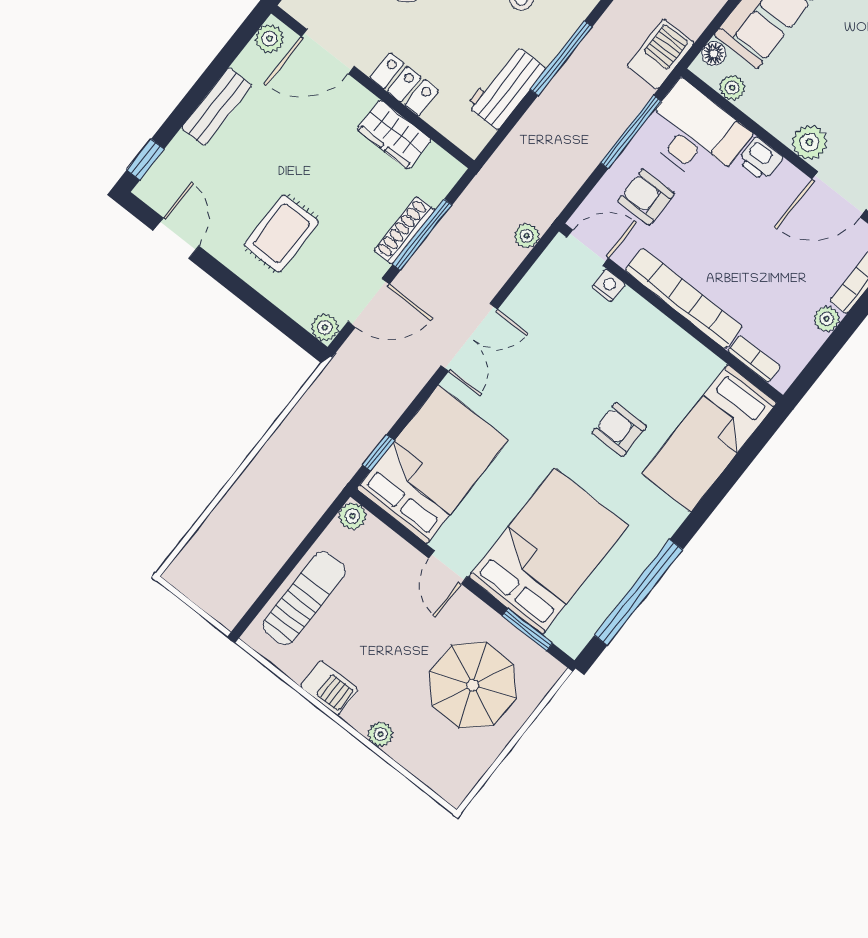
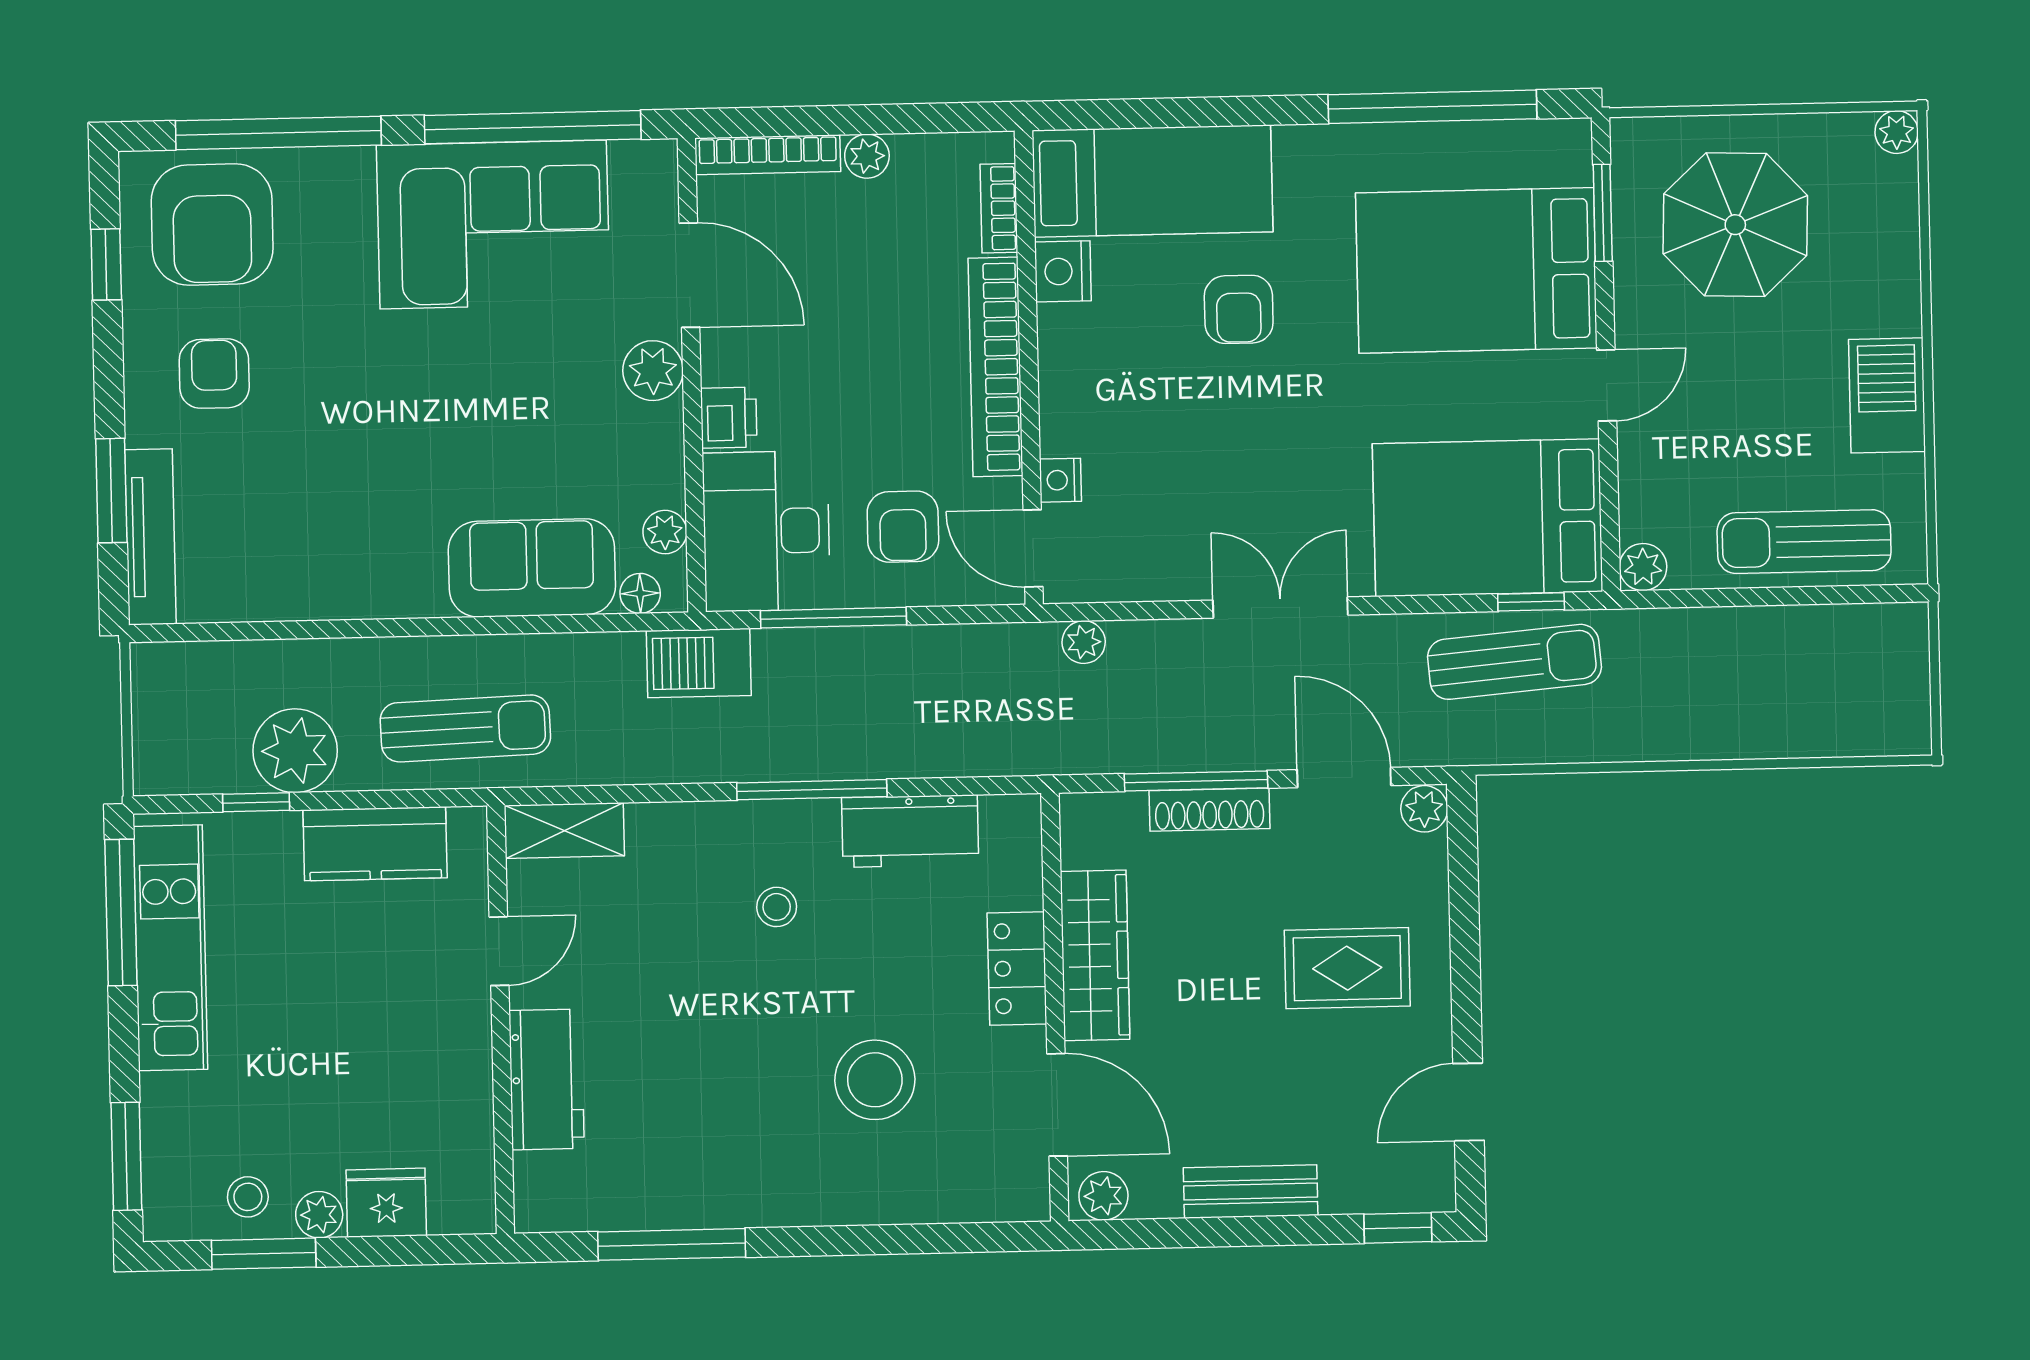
wardrobe: (394, 135) -> (1095, 955), width x1.50
nightstand: (702, 364) -> (1063, 271), added
sun lounger: (358, 423) -> (1515, 662), added
barbecue: (329, 688) -> (1887, 395), width x1.38, depth x1.27
plant: (380, 734) -> (1897, 132), moved

